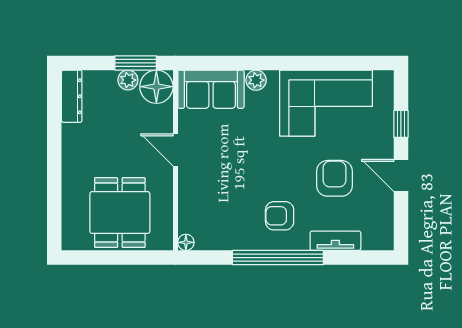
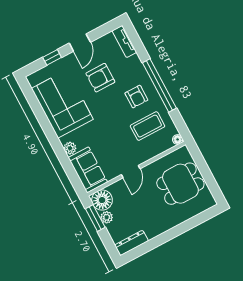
coffee table: (228, 209) -> (148, 126), added
tv unit: (335, 241) -> (124, 41), moved

